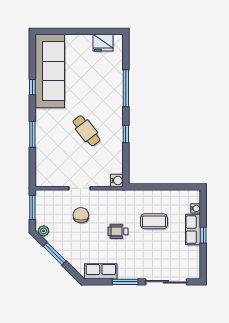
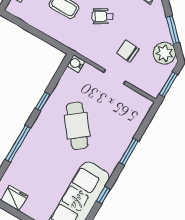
cafe table: (86, 131) -> (77, 126), width x1.37, depth x1.35
chair: (81, 215) -> (128, 51), turned 94
plant: (44, 231) -> (164, 53), width x1.88, depth x1.88
wheelchair: (118, 231) -> (103, 16), turned 150

